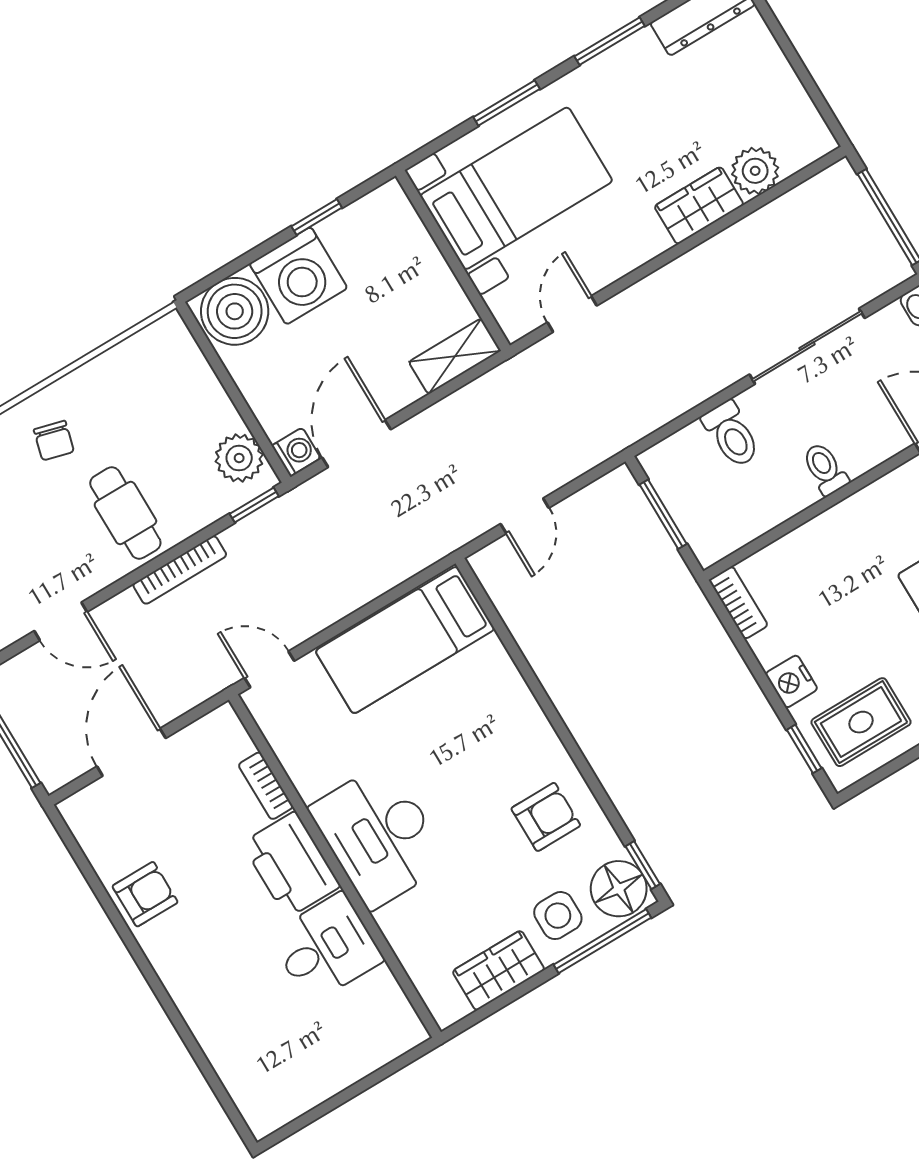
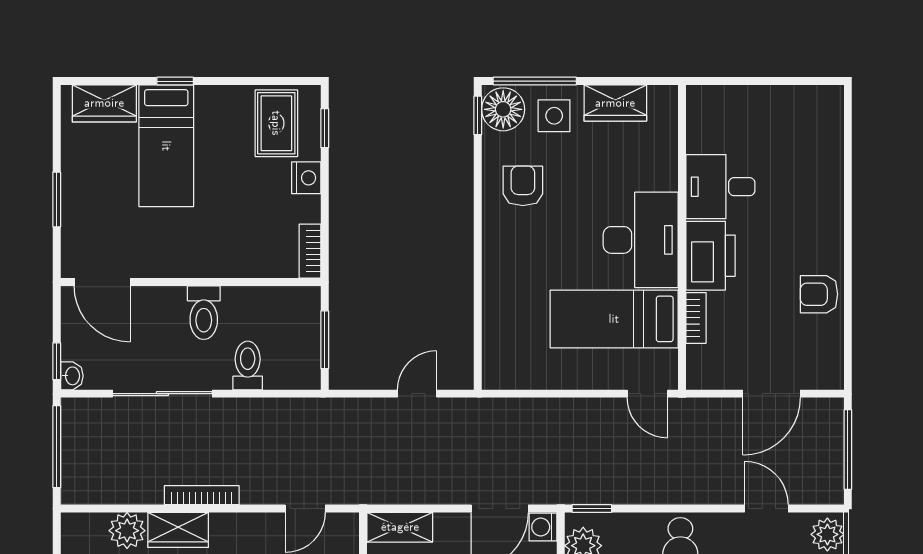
toilet: (825, 469) -> (204, 313), width x1.37, depth x1.39
bookcase: (180, 570) -> (202, 495), moved
bed: (405, 640) -> (614, 319), moved, turned 180
rug: (861, 722) -> (276, 123), turned 90
armchair: (546, 817) -> (523, 186), turned 90

